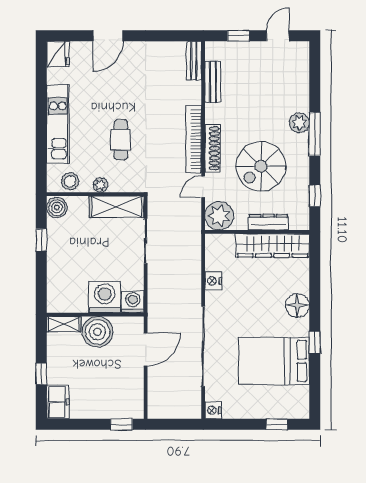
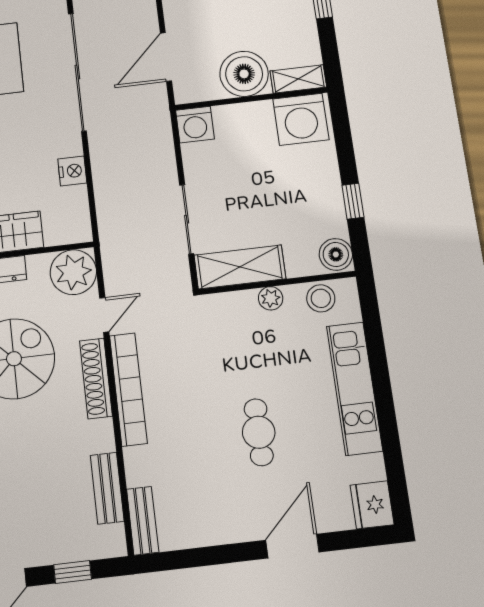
cafe table: (121, 140) -> (259, 432), moved
washing machine: (105, 297) -> (301, 119), moved

